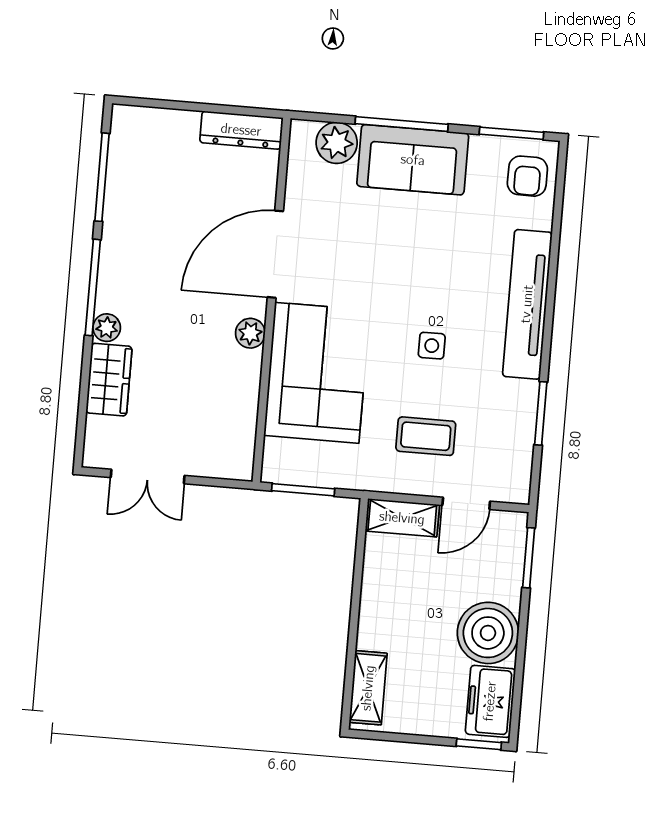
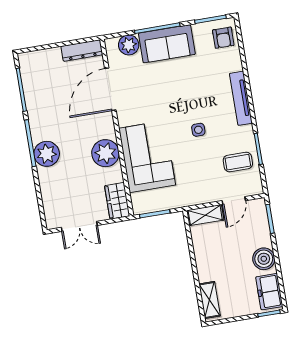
door: (275, 254) -> (110, 89), moved
tv unit: (527, 304) -> (241, 98), width x0.73, depth x0.78
plant: (107, 328) -> (47, 154), width x1.88, depth x1.88
plant: (250, 333) -> (105, 153), width x1.87, depth x1.87
wardrobe: (109, 380) -> (117, 201), moved, turned 180
coffee table: (426, 436) -> (238, 162), moved
boiler: (488, 633) -> (264, 259), width x0.73, depth x0.73

